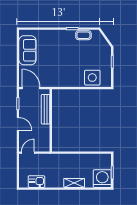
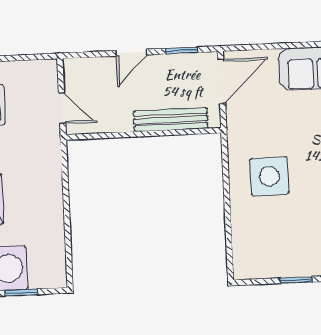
side table: (92, 78) -> (269, 176), moved
door: (28, 153) -> (62, 108), moved

